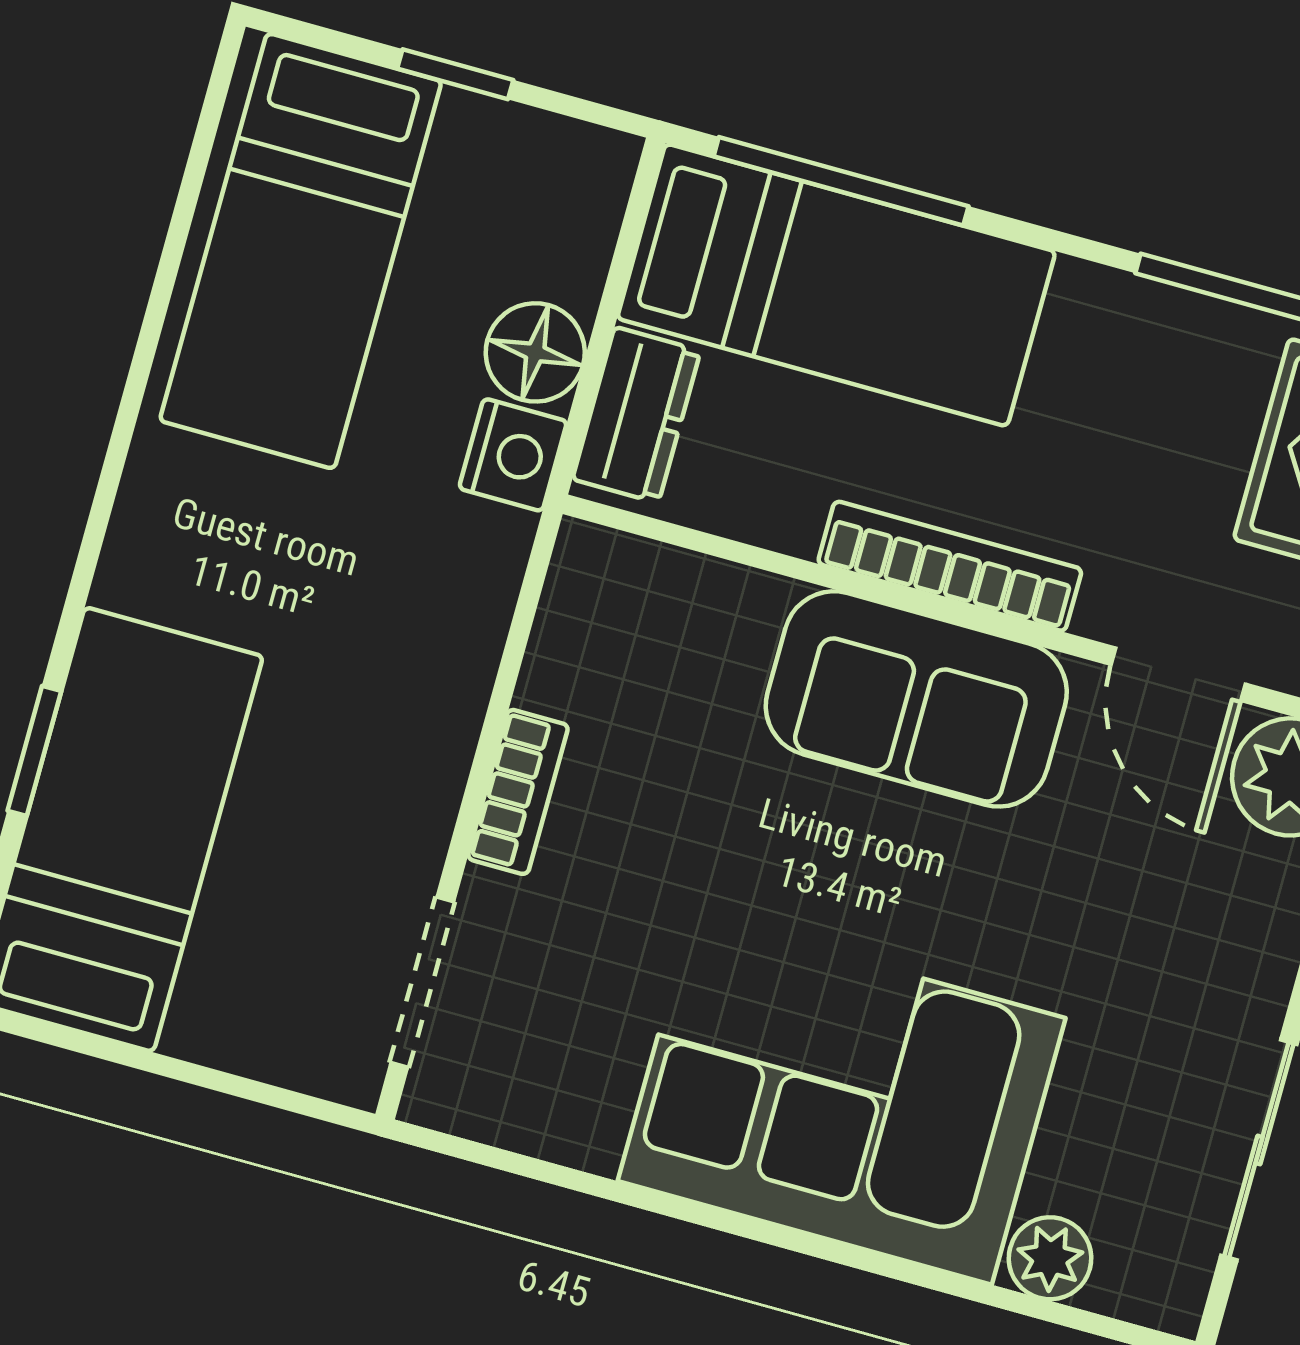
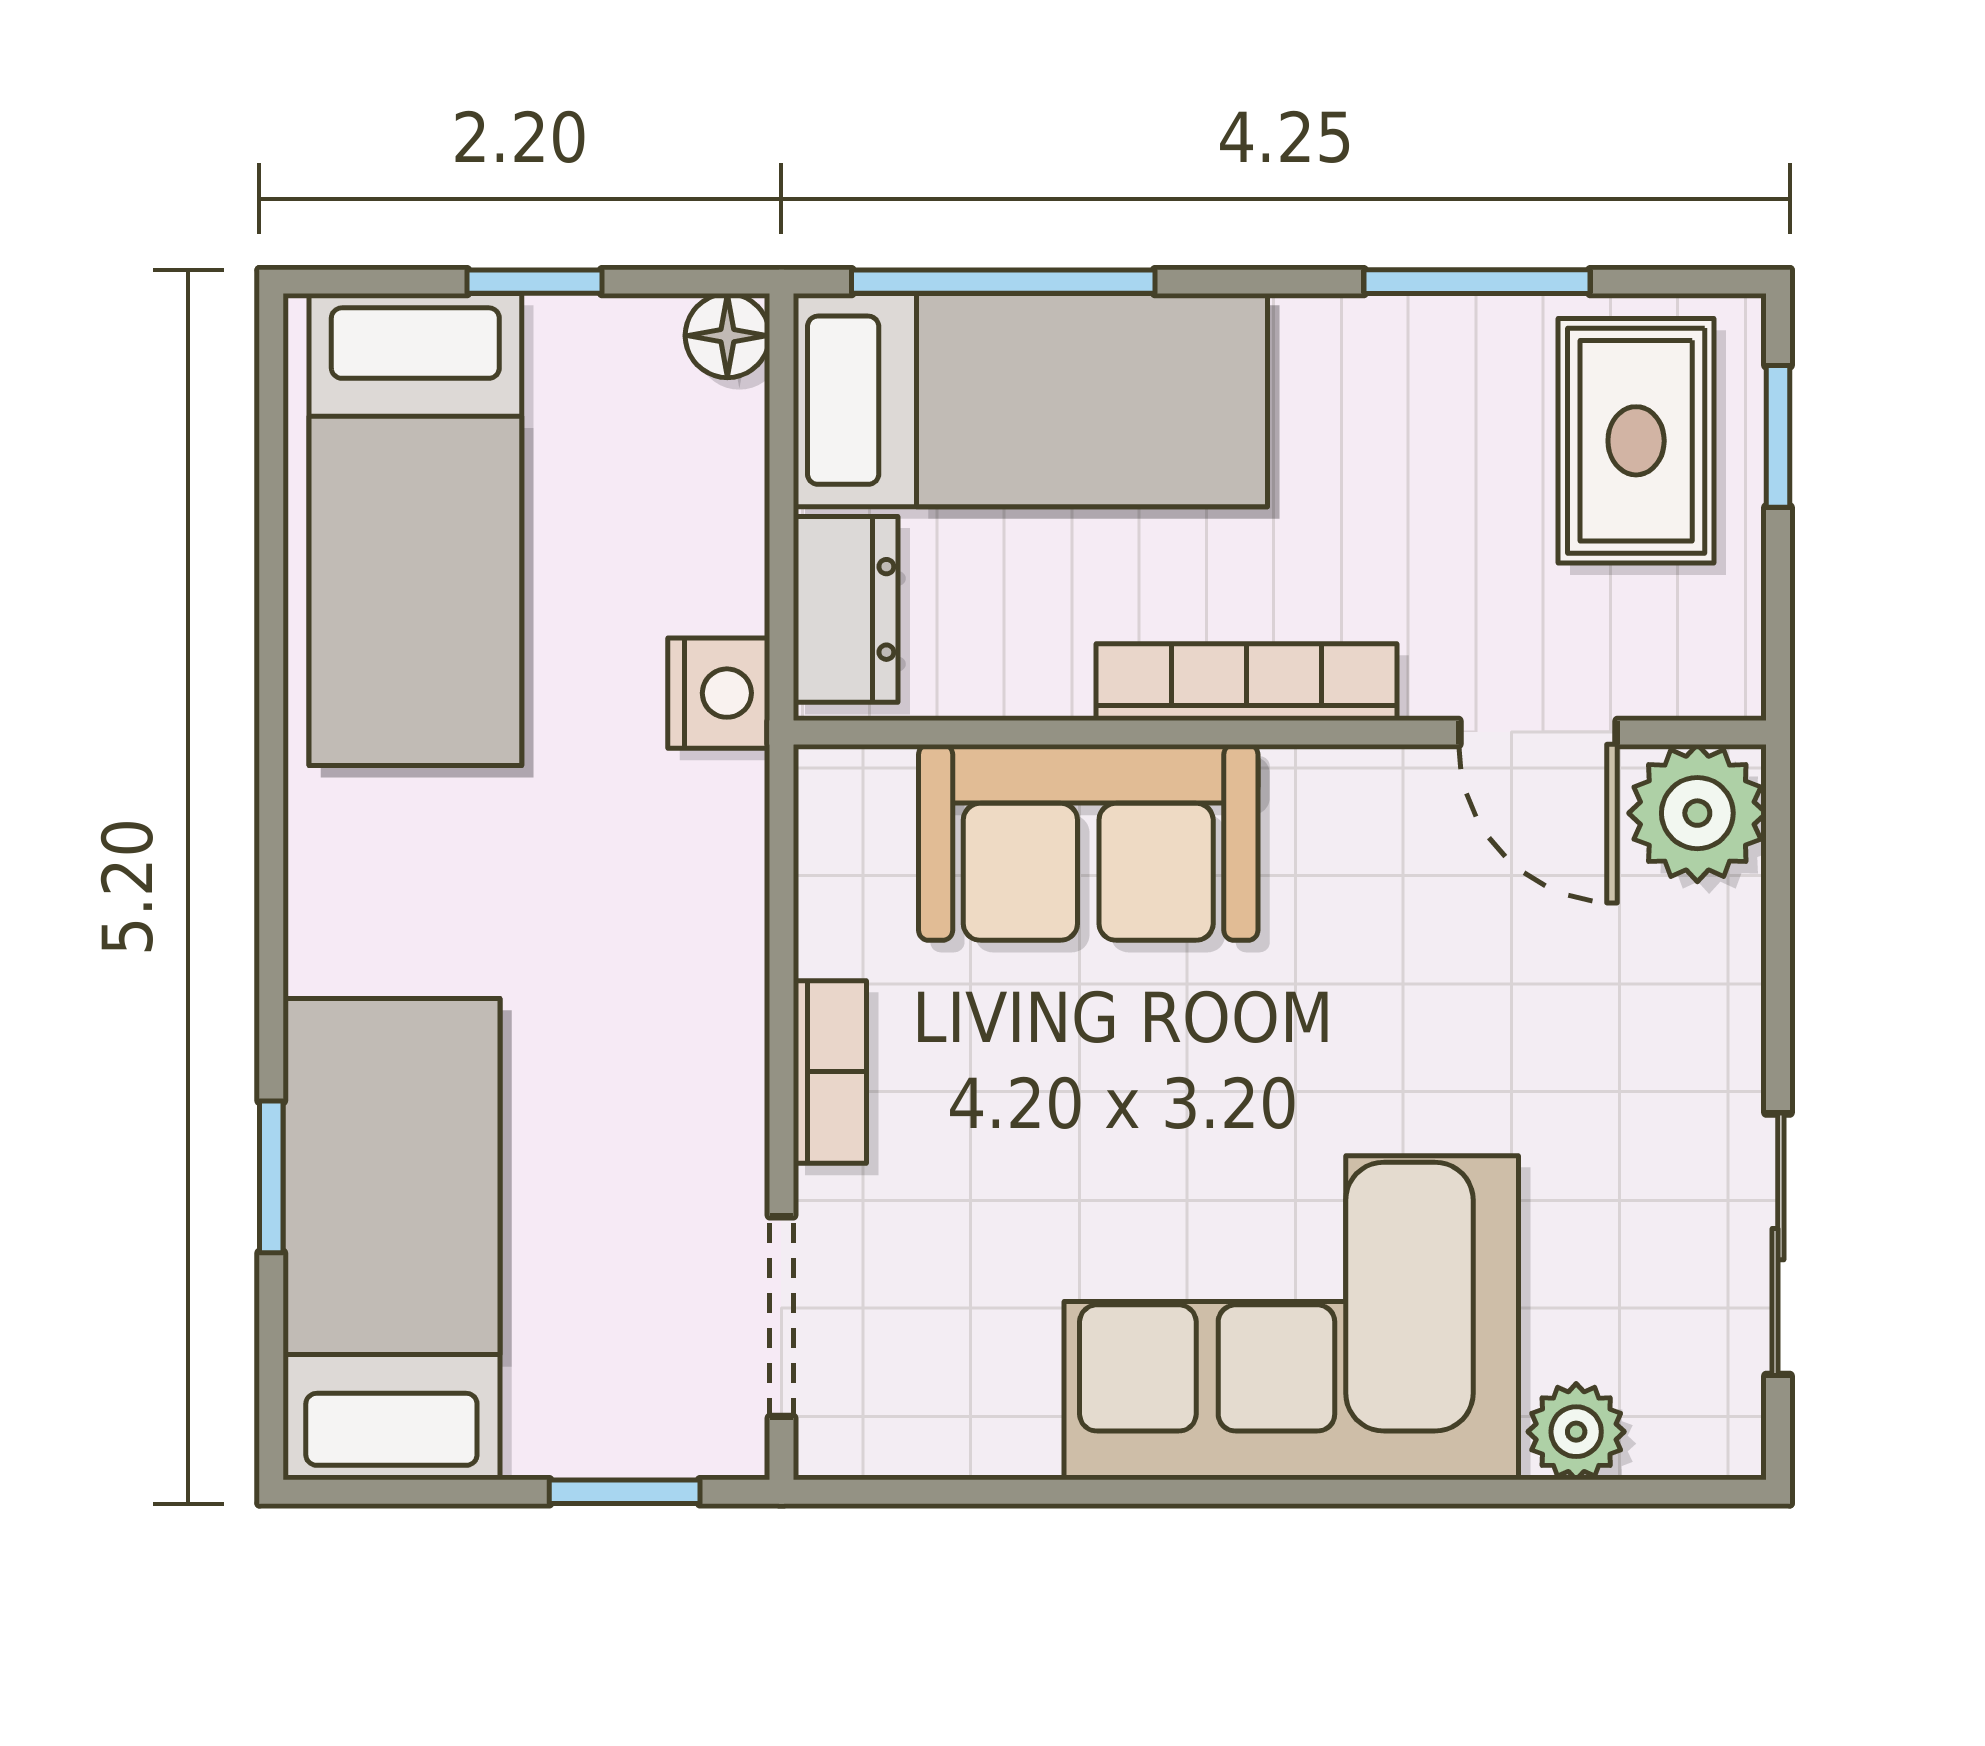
floor lamp: (535, 352) -> (727, 336), moved, width x0.73, depth x0.73
sofa: (916, 699) -> (1088, 842), moved
window: (253, 1091) -> (625, 1492), added

